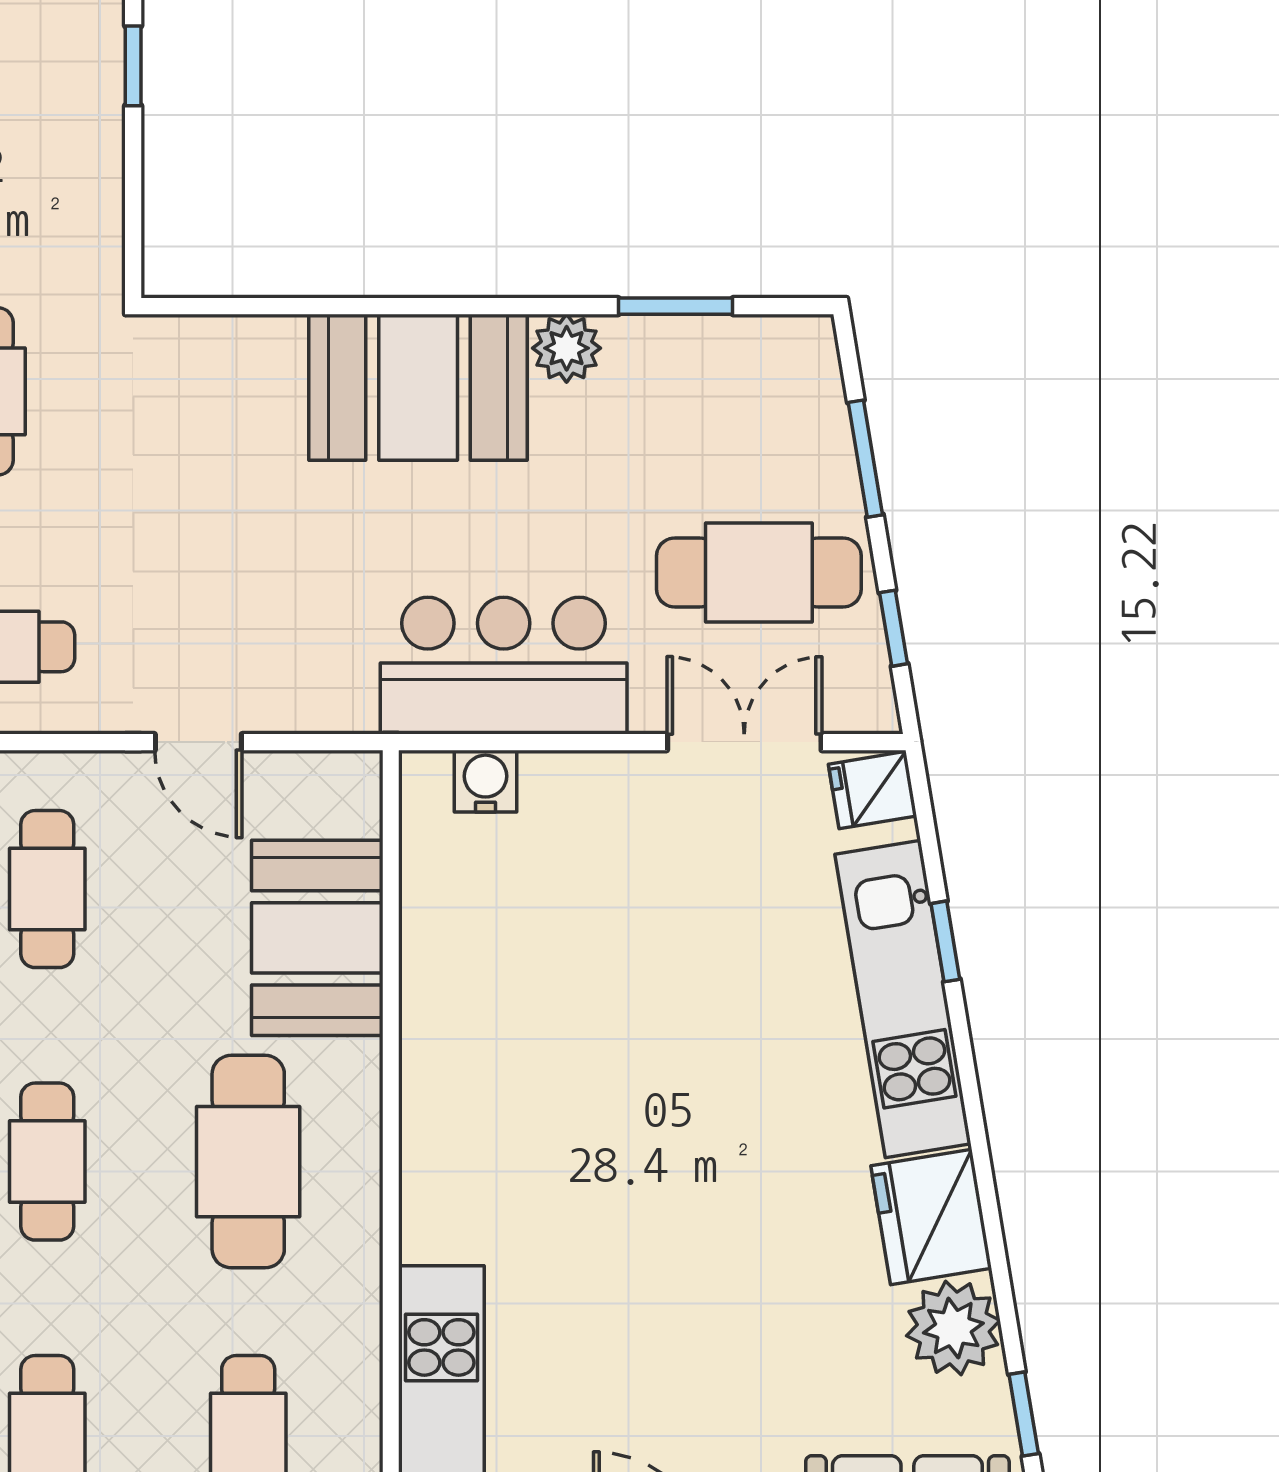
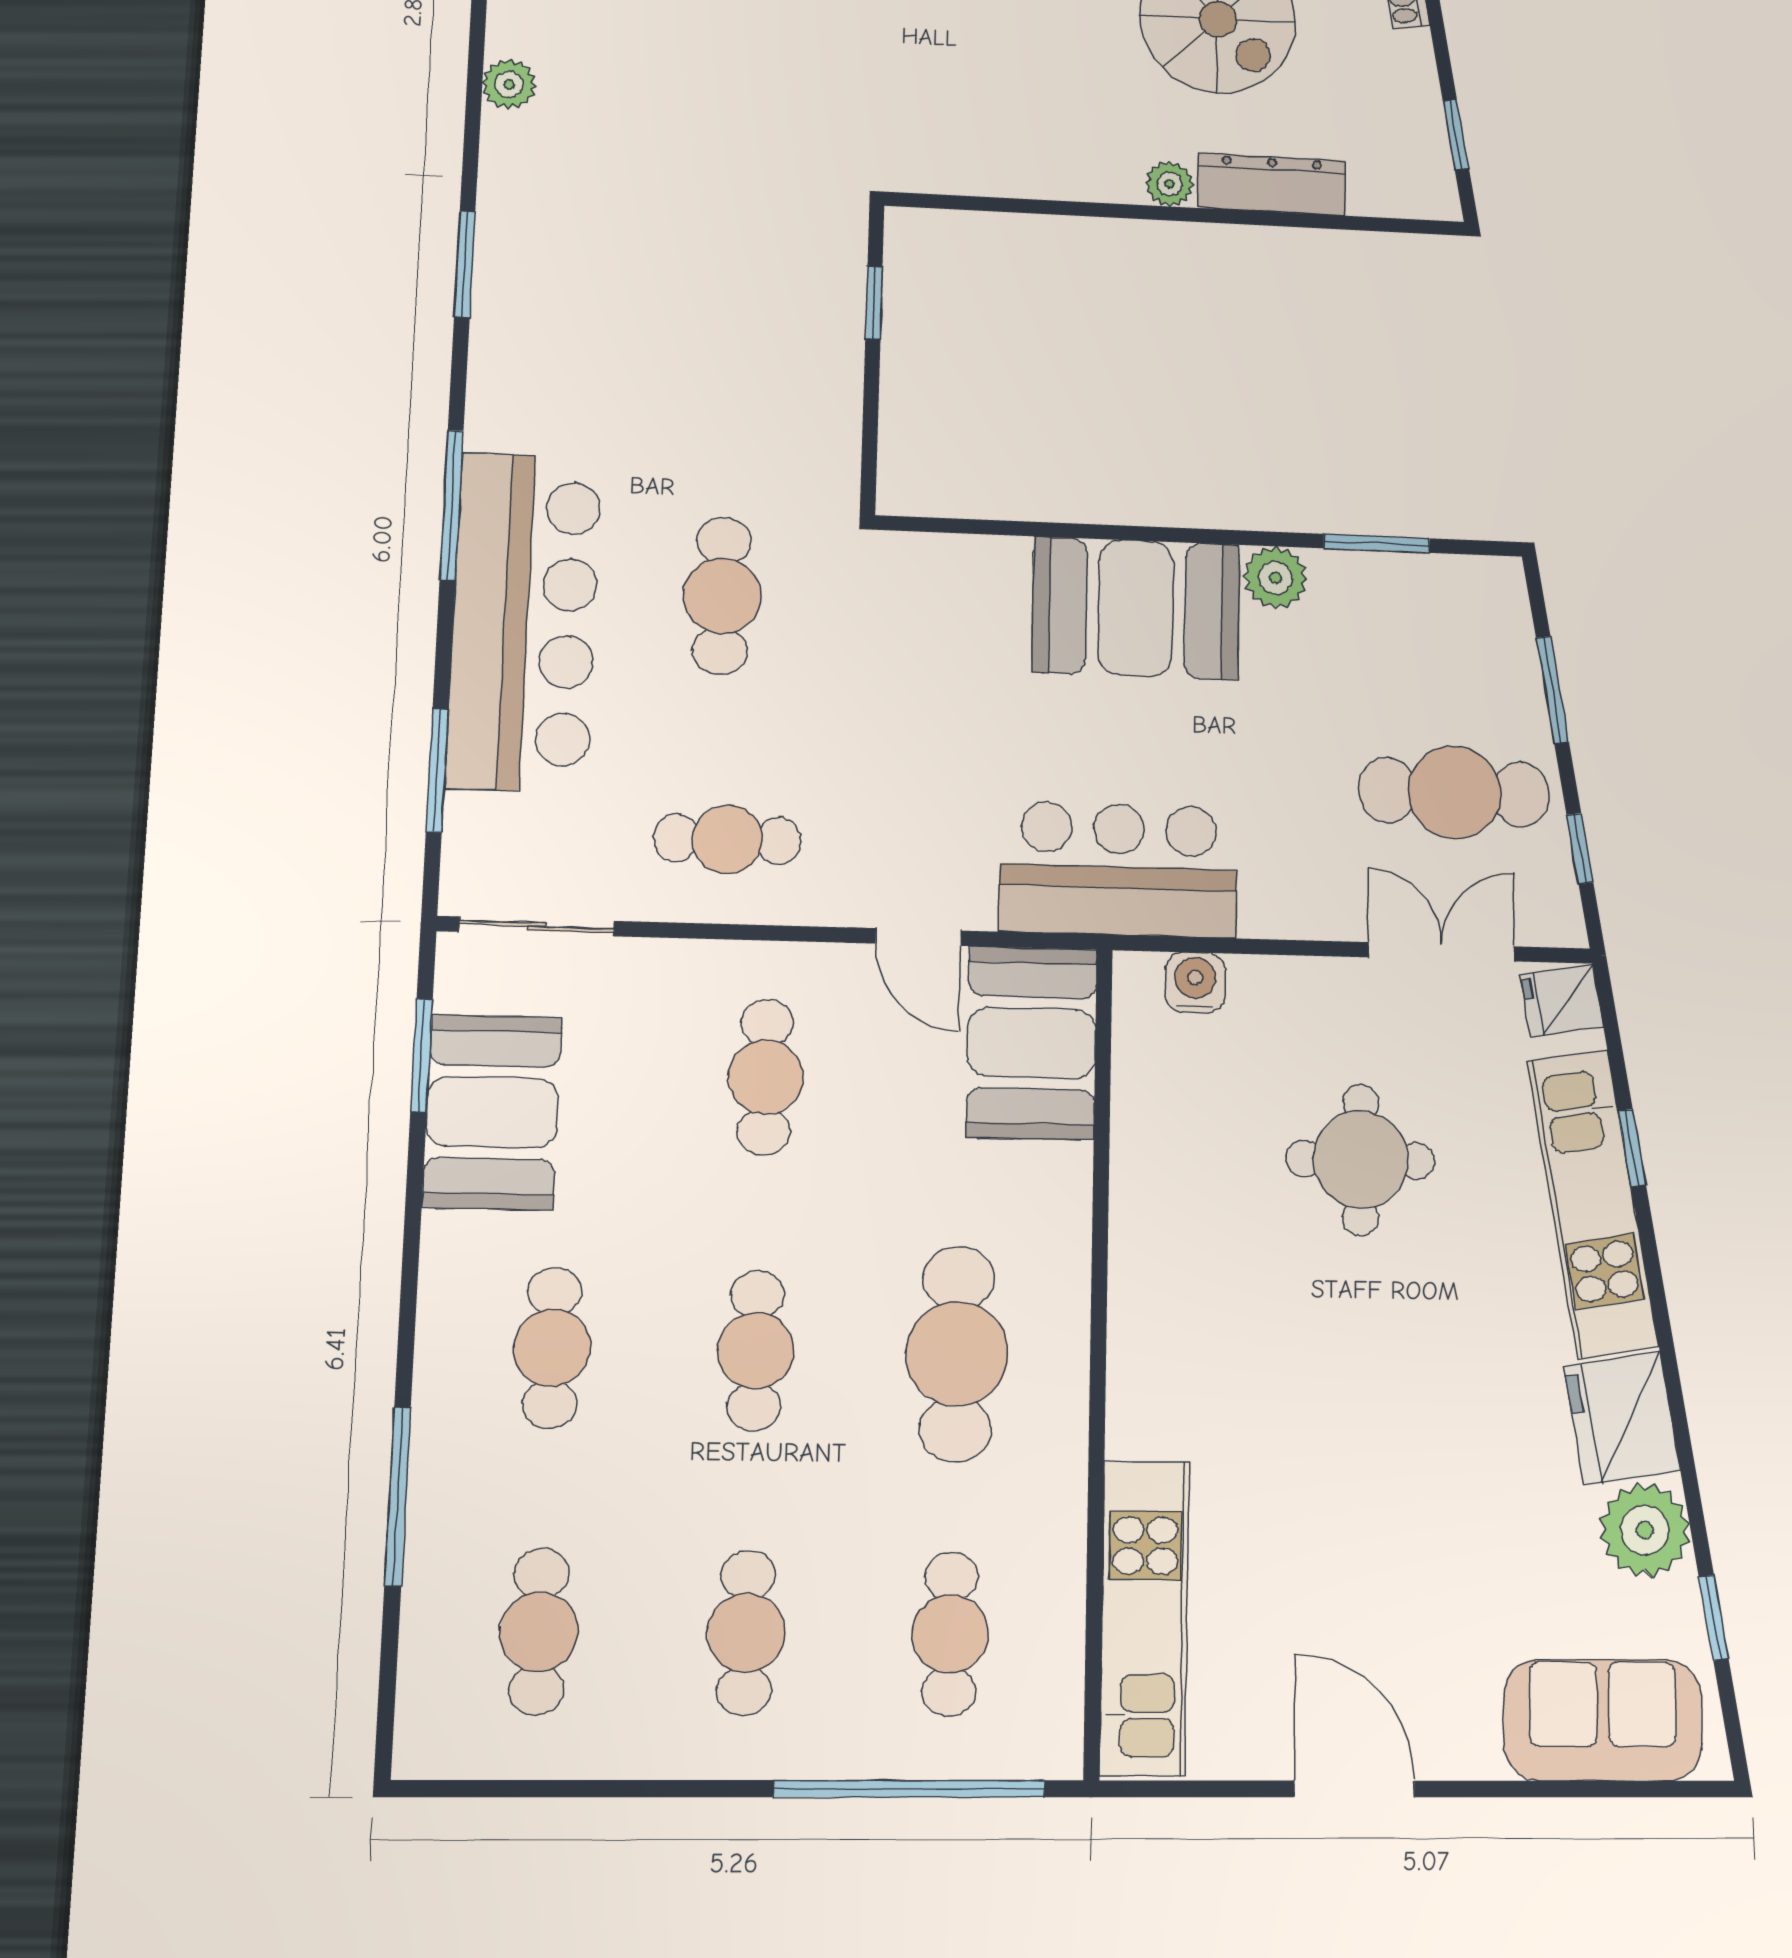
bar counter: (504, 666) -> (1118, 869), moved
booth: (317, 938) -> (1032, 1043), moved
round table: (659, 960) -> (1361, 1160), added

